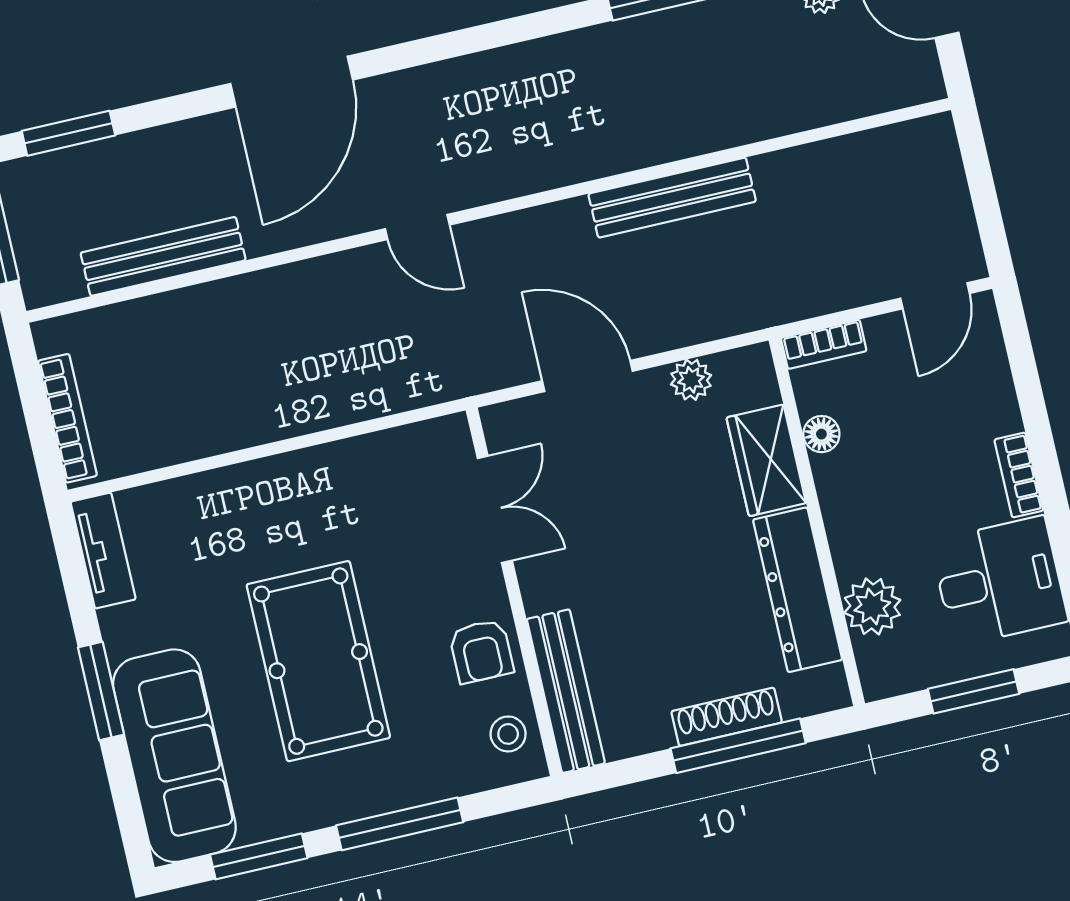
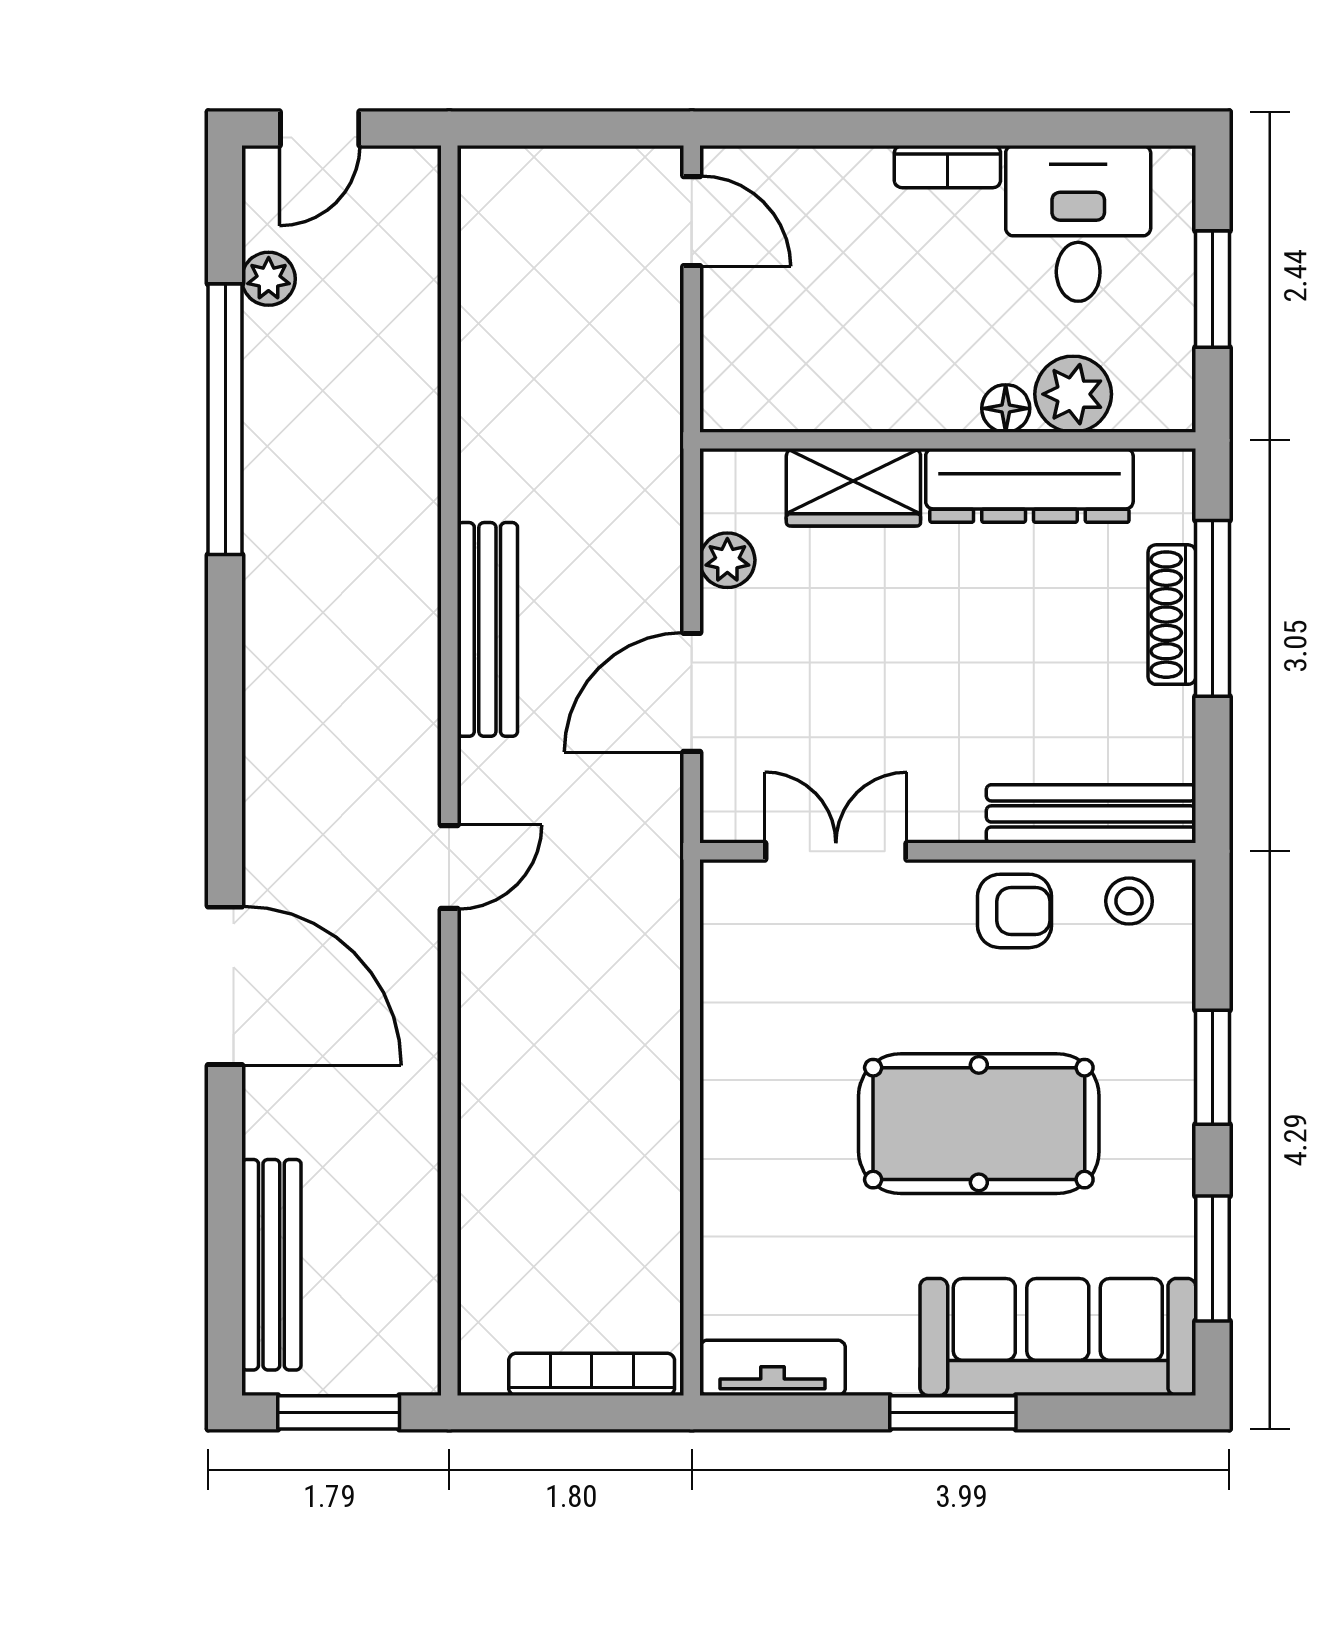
window: (68, 133) -> (225, 1288), removed
bench: (672, 198) -> (487, 629), moved
bench: (163, 256) -> (271, 1265), moved
bookcase: (824, 344) -> (721, 379), removed
floor lamp: (821, 434) -> (1006, 408), moved
window: (400, 824) -> (1212, 1067), width x0.69

